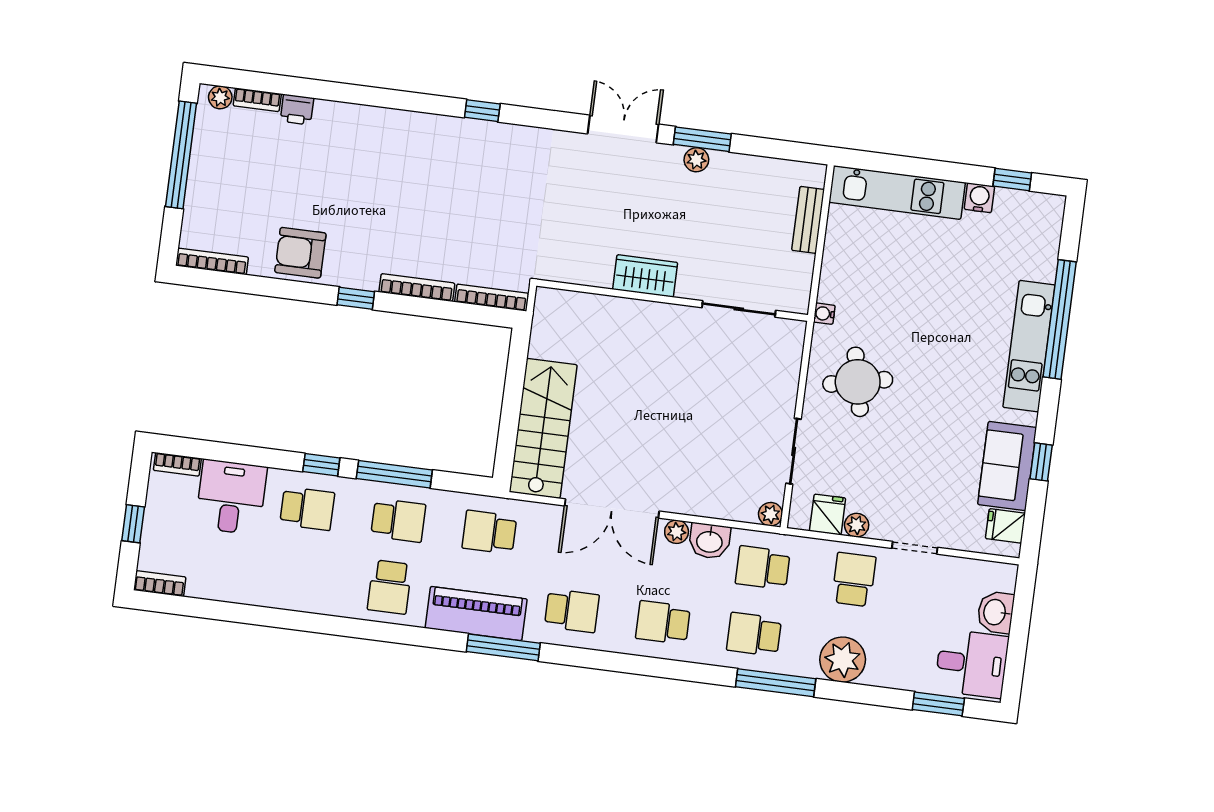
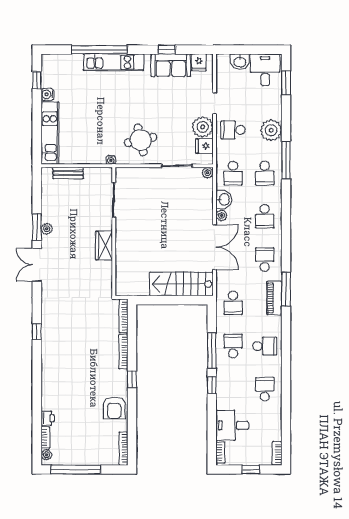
school desk: (307, 509) -> (265, 389), moved
plant: (857, 525) -> (203, 127), width x1.87, depth x1.87
piano: (476, 614) -> (274, 298), width x0.73, depth x0.75

